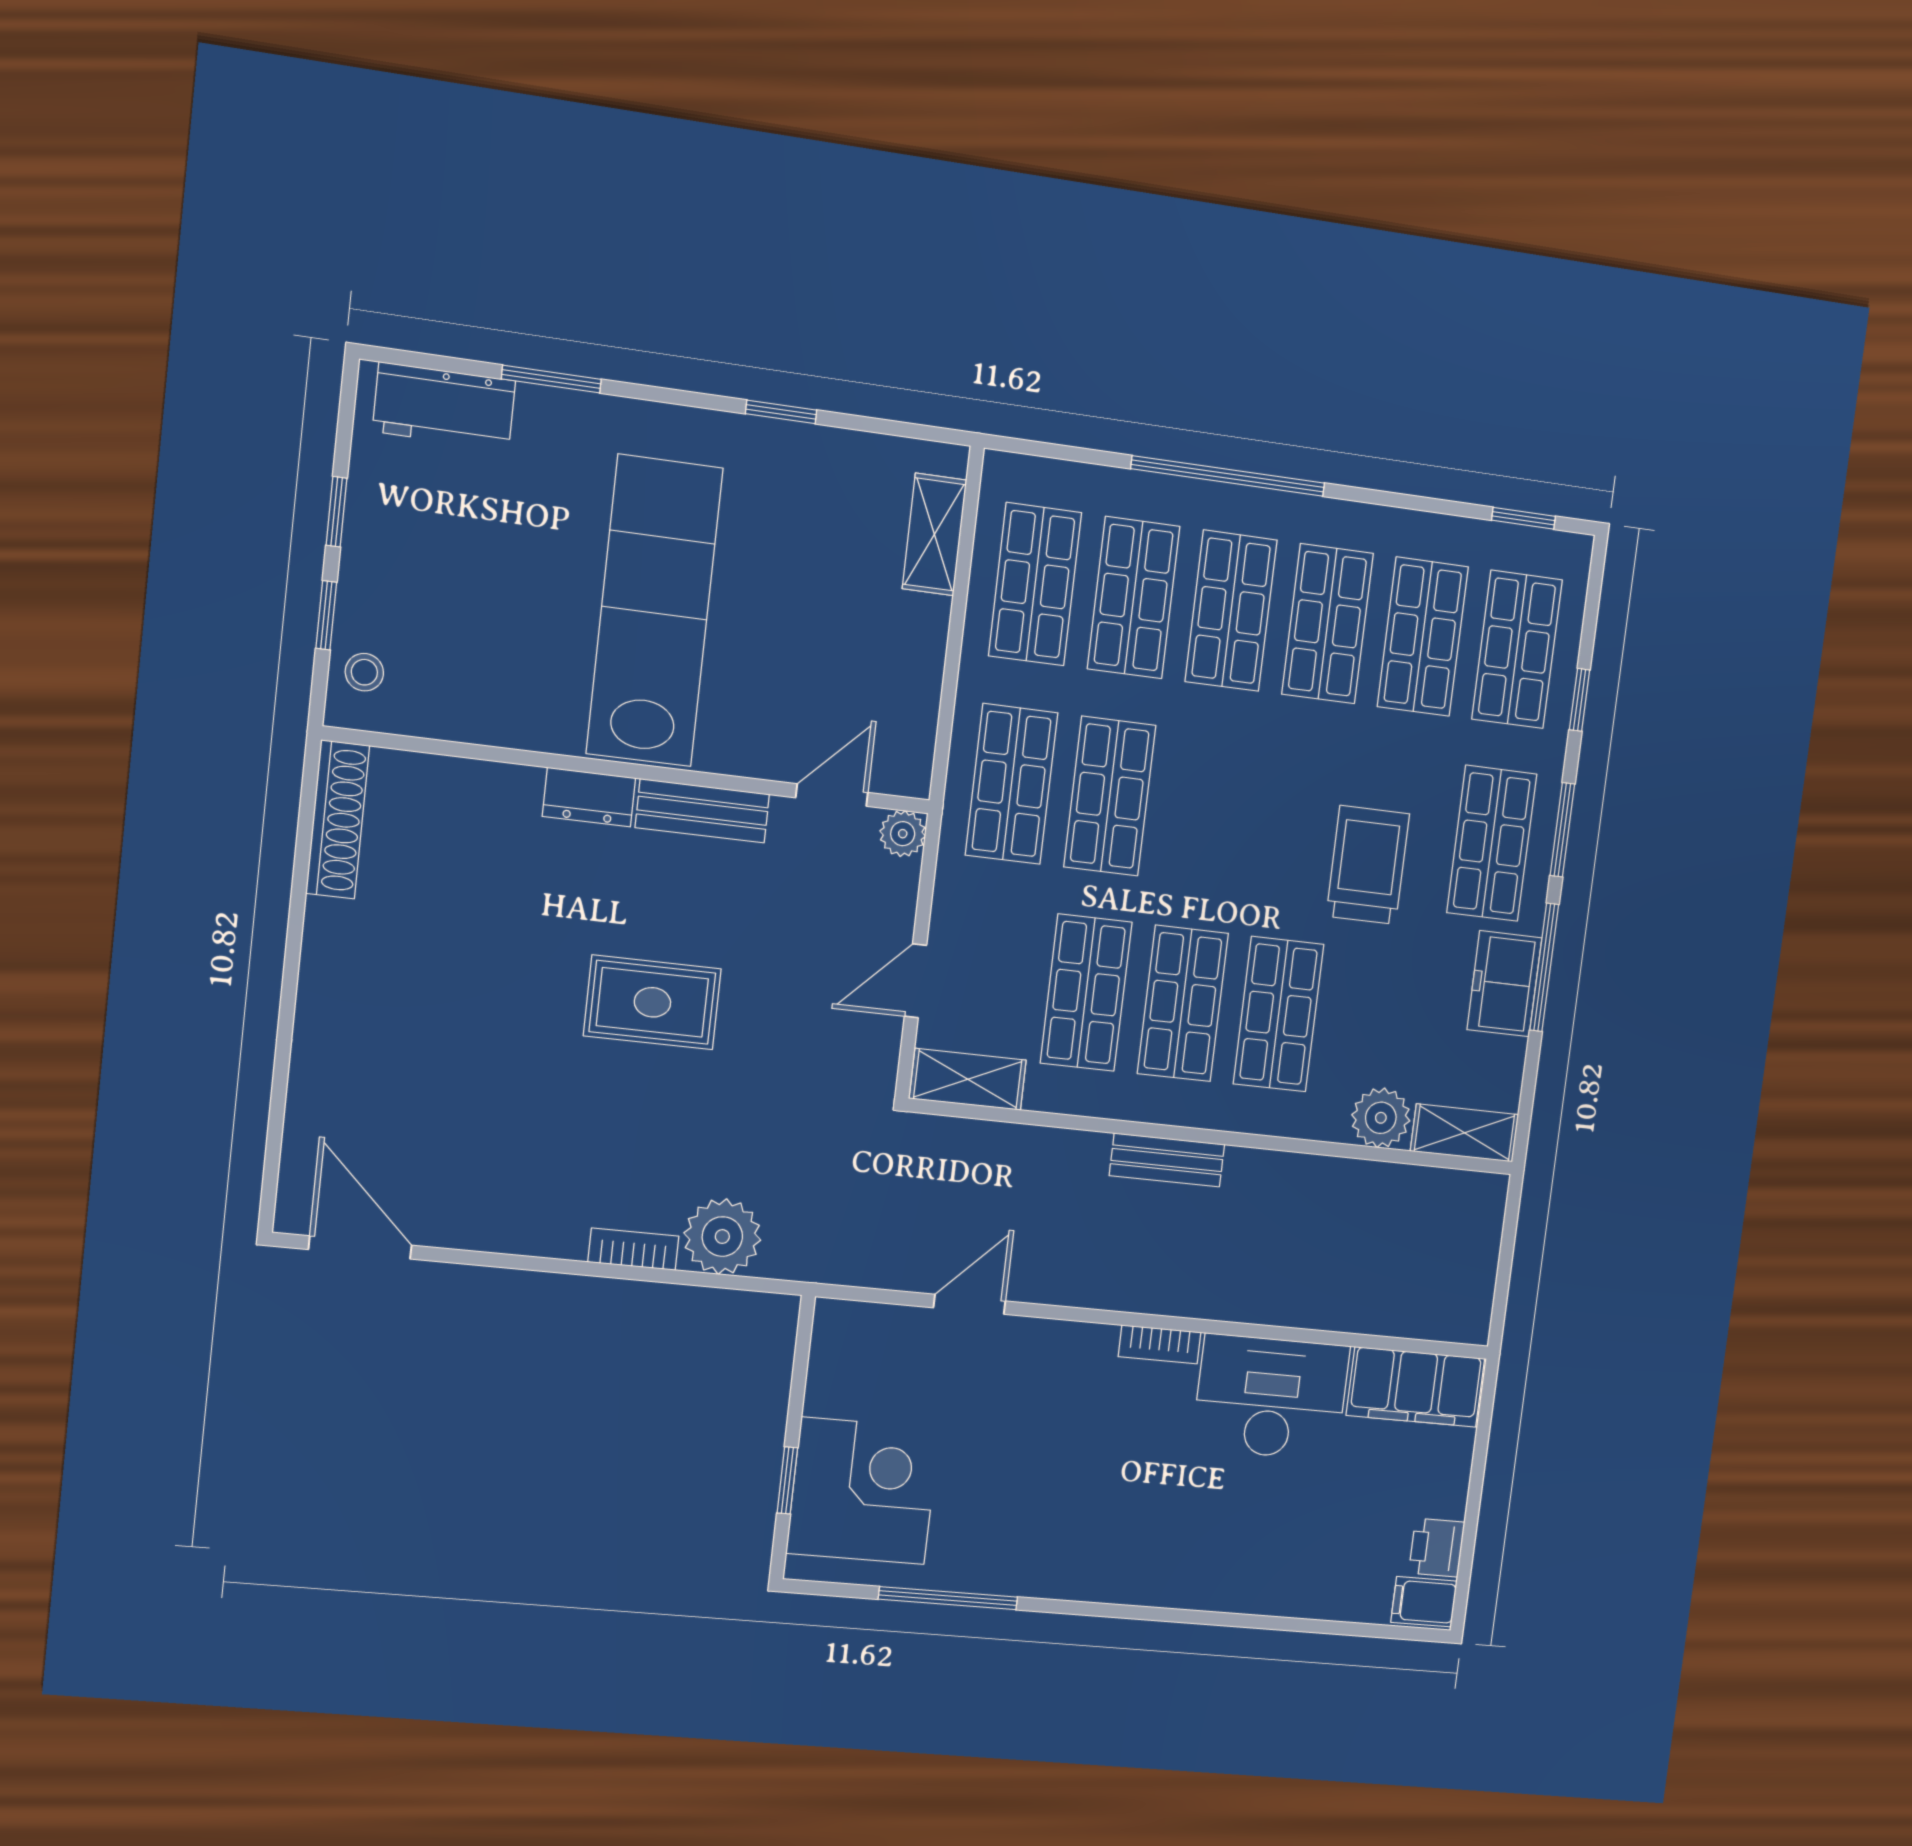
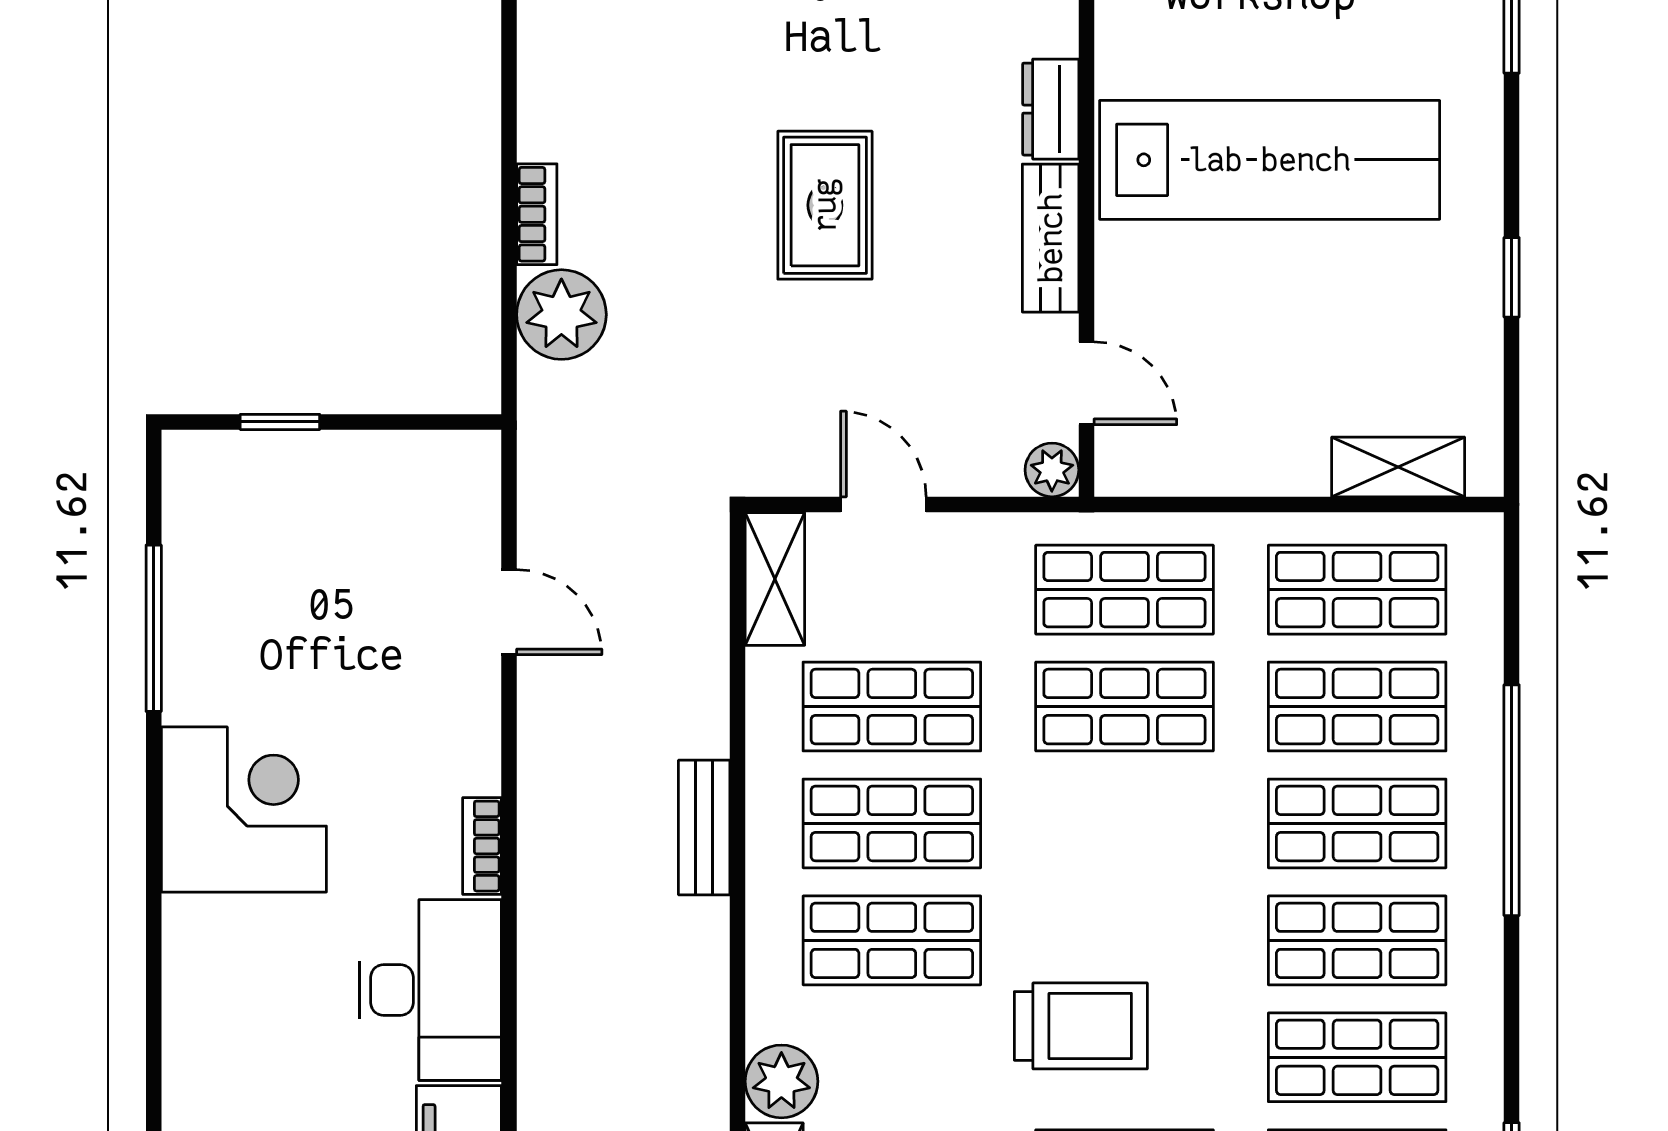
corner desk: (863, 1491) -> (244, 809), moved, turned -90

